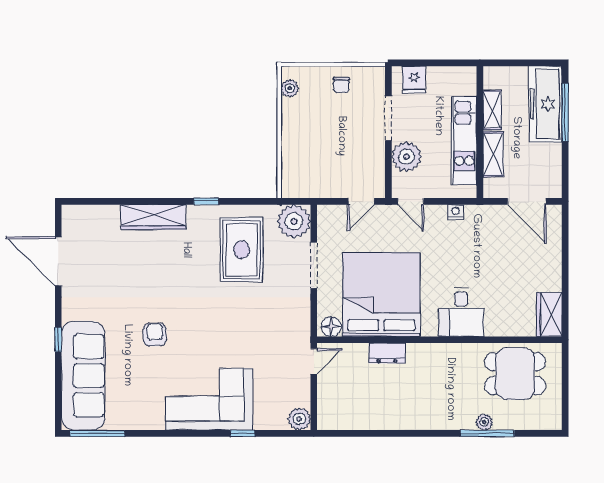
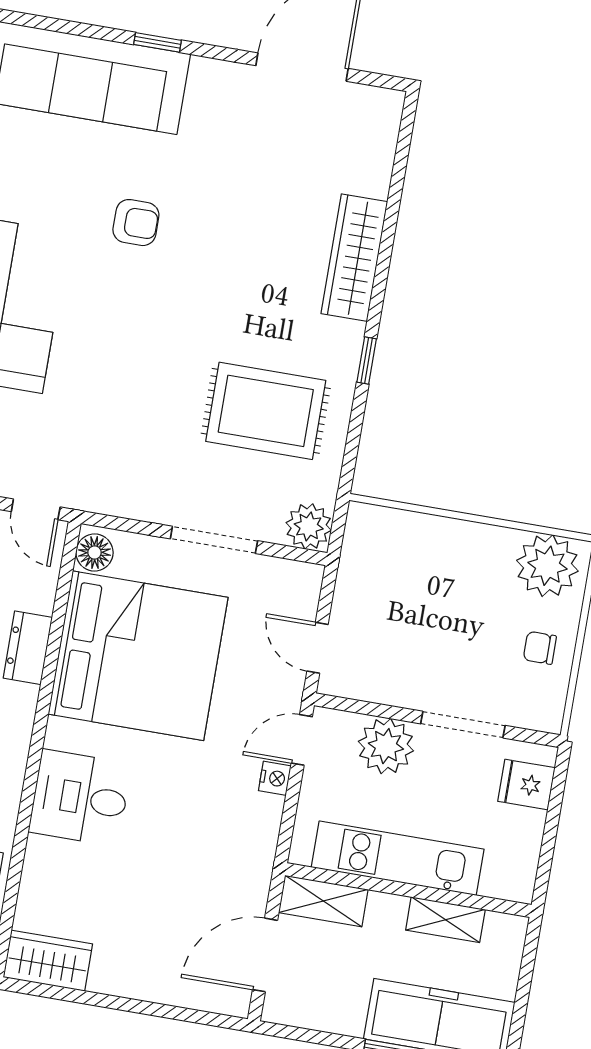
plant: (290, 88) -> (547, 566), width x1.87, depth x1.87
shelving: (493, 154) -> (323, 901), moved
nightstand: (455, 212) -> (275, 778), moved
plant: (294, 221) -> (309, 526), width x0.73, depth x0.73

